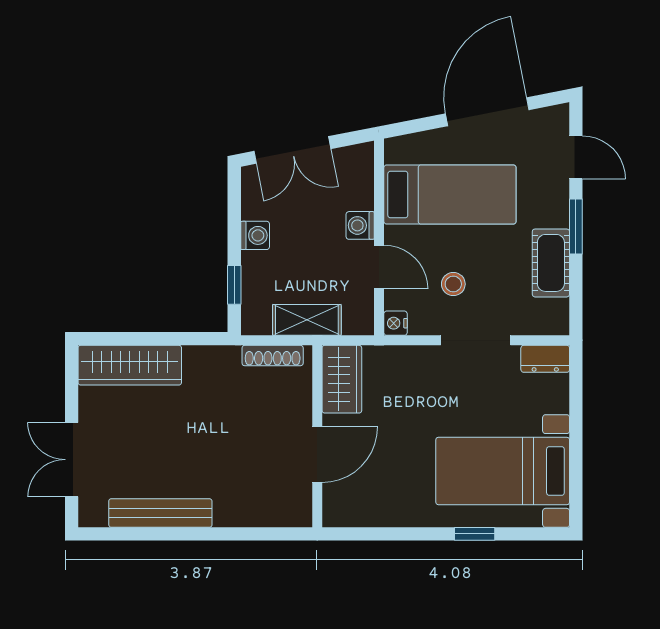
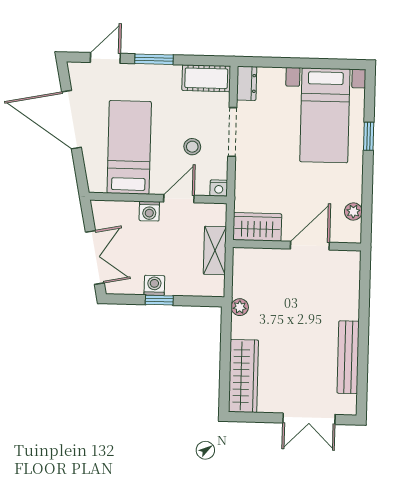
cot: (551, 263) -> (206, 78), moved
window: (234, 285) -> (159, 300), moved
shoe rack: (273, 356) -> (239, 275), removed
plant: (227, 357) -> (240, 307), added
door: (317, 455) -> (310, 246), hinge flipped
plant: (367, 515) -> (353, 211), added

